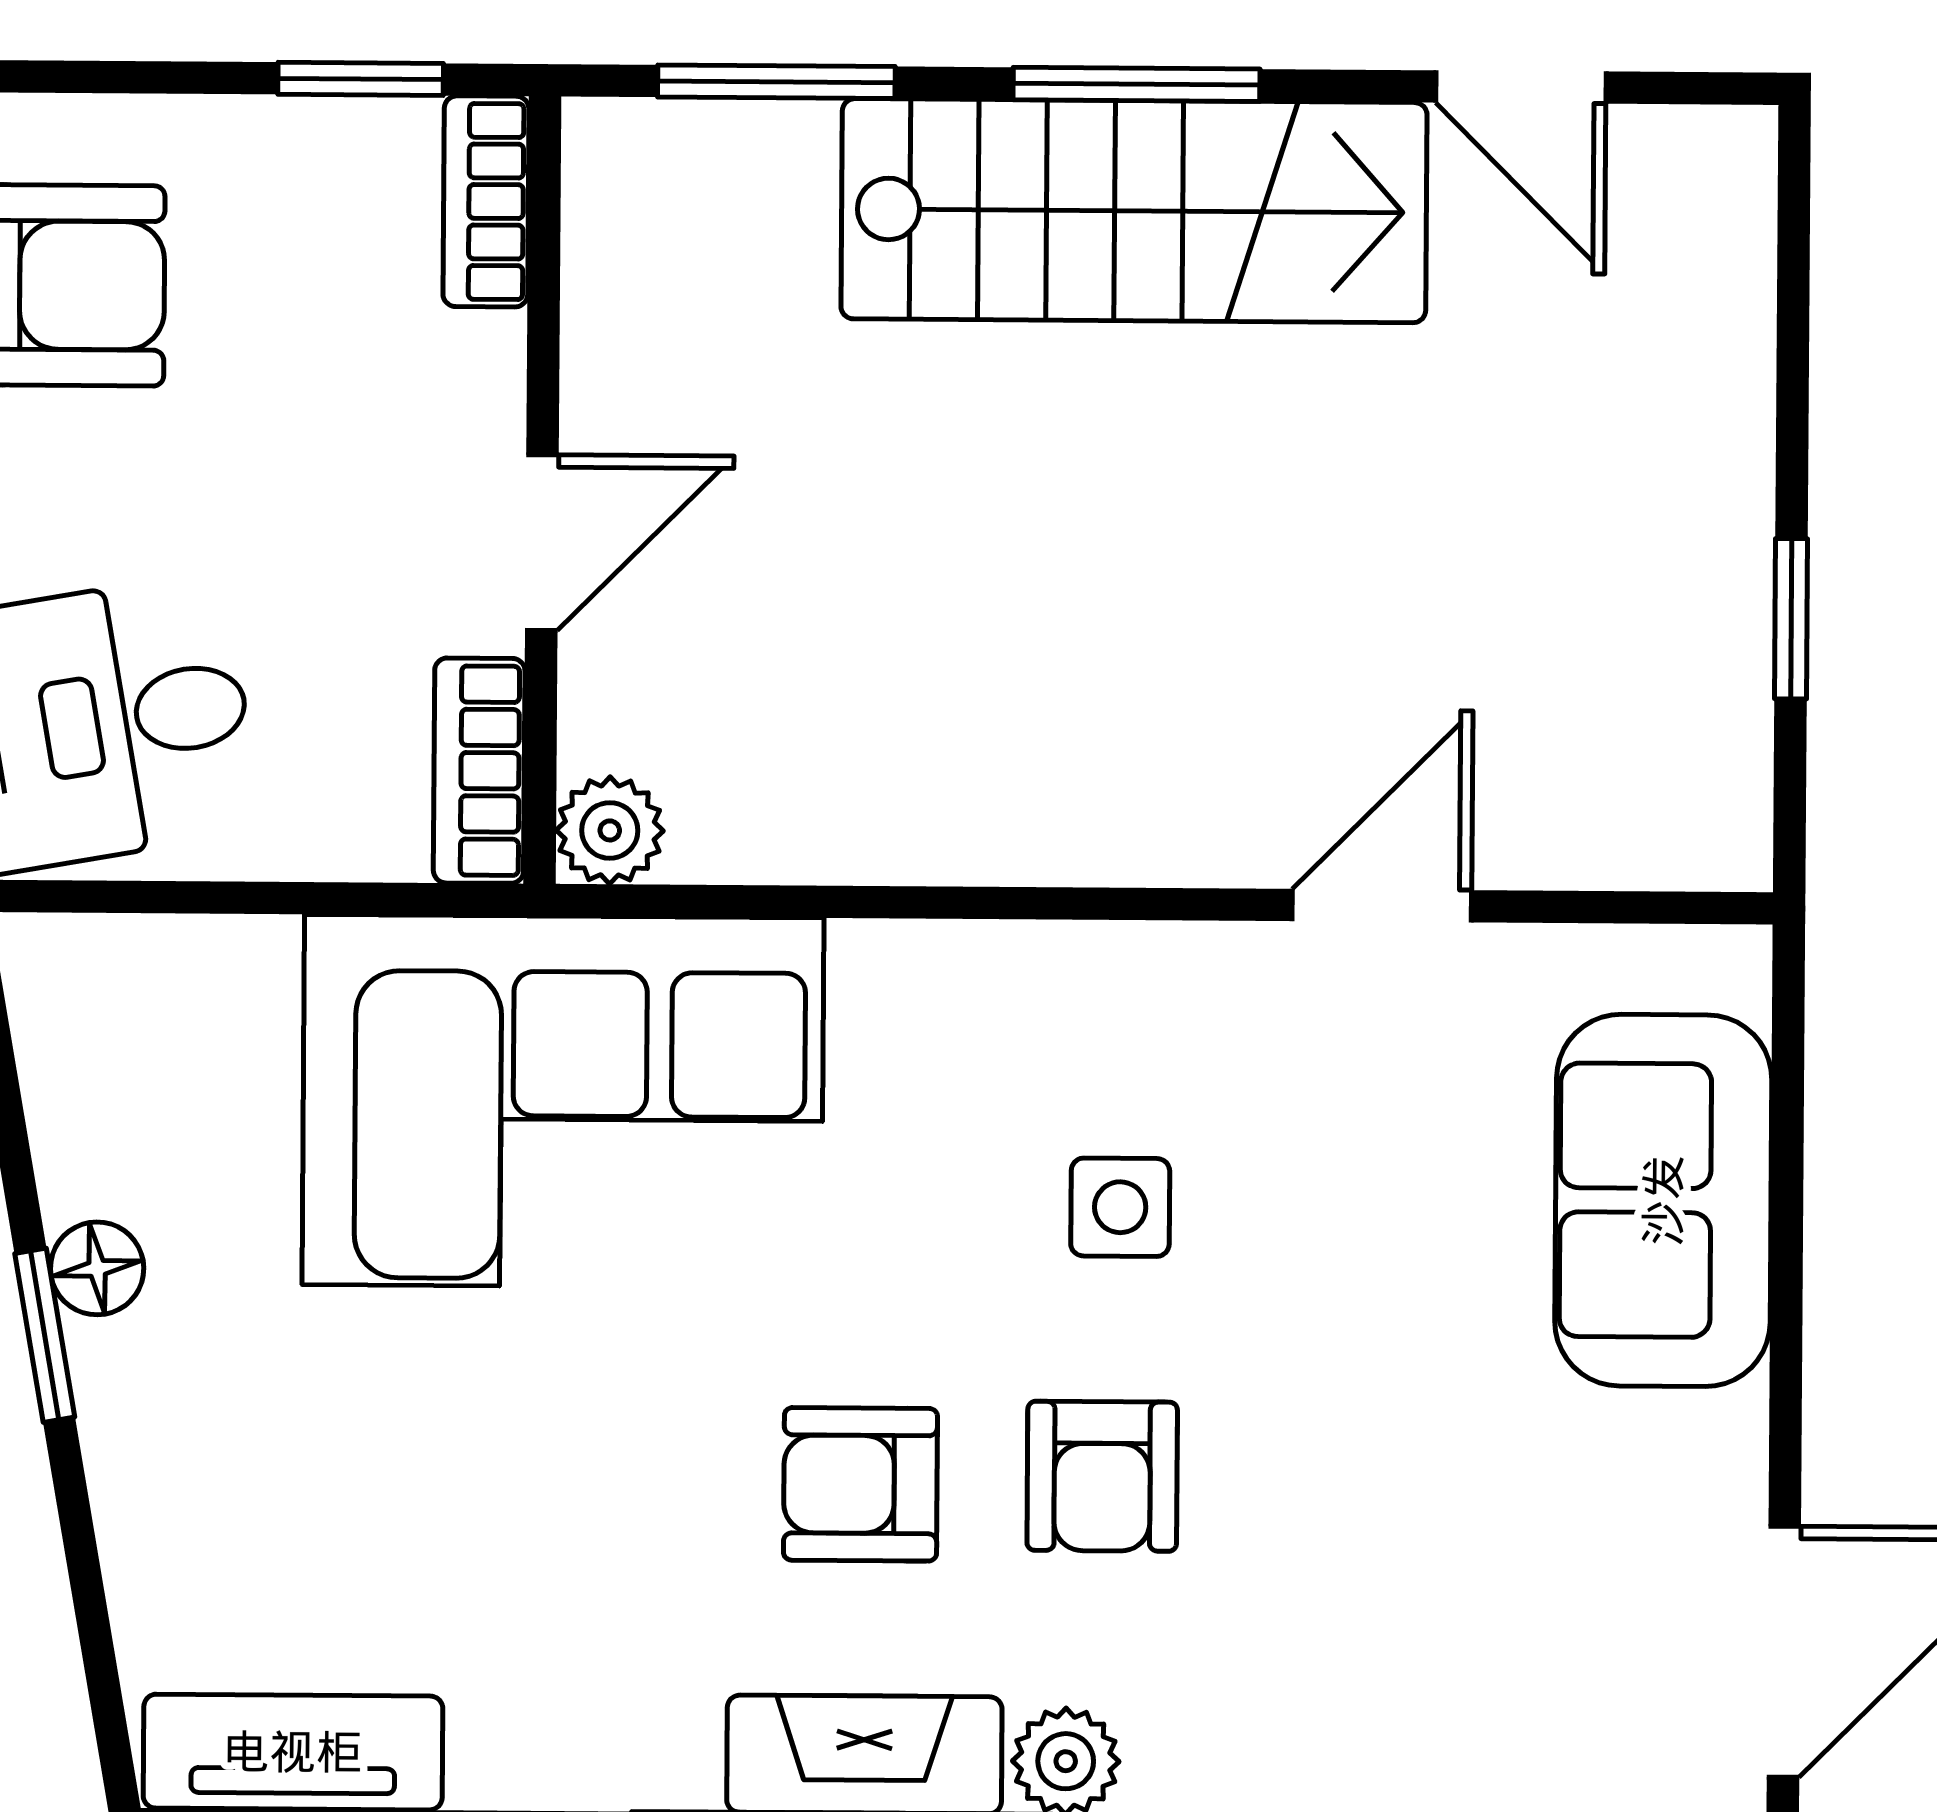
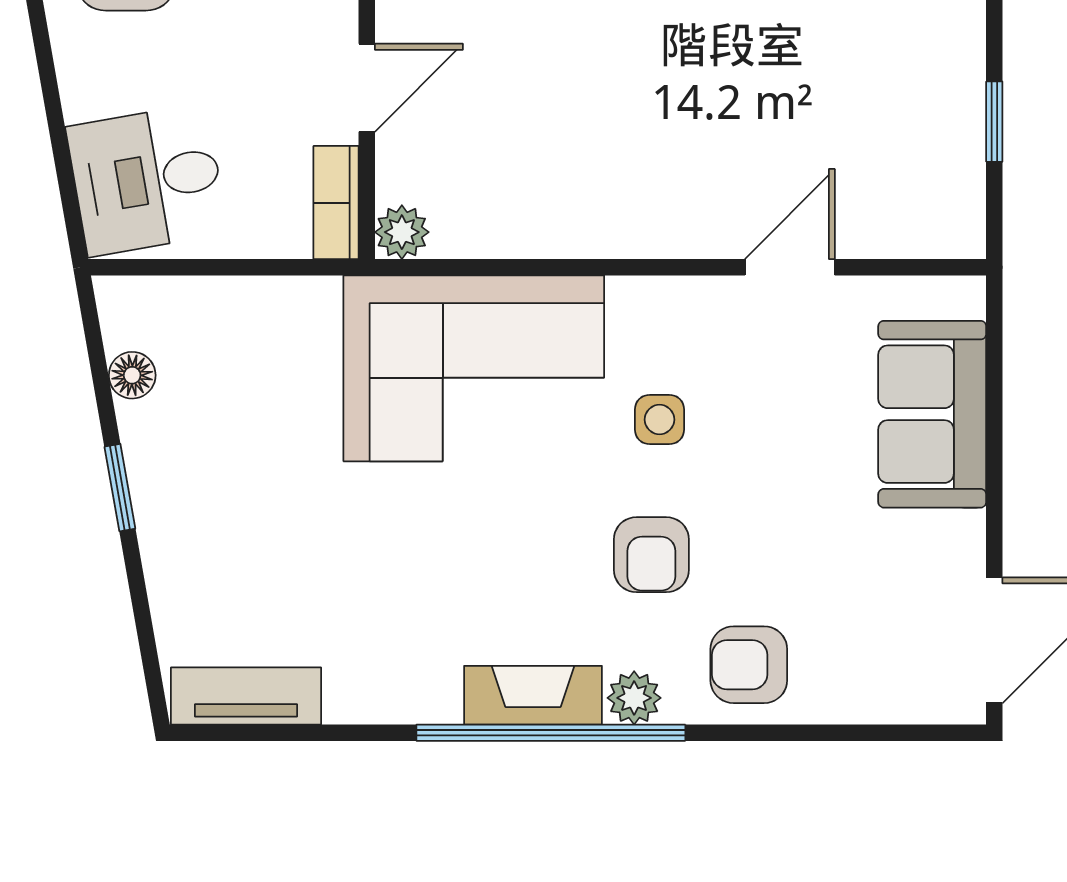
corner sofa: (563, 1101) -> (474, 368), moved
floor lamp: (97, 1268) -> (132, 375), moved
armchair: (860, 1484) -> (749, 665), moved

